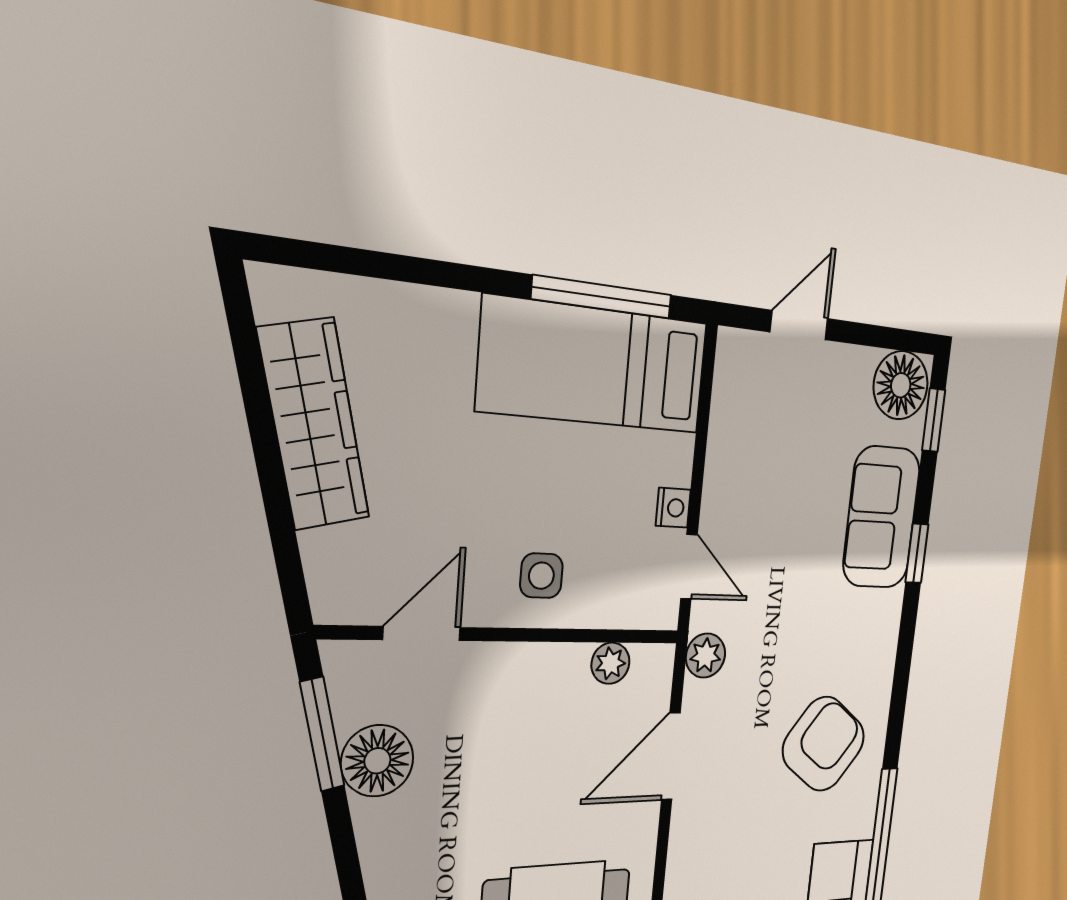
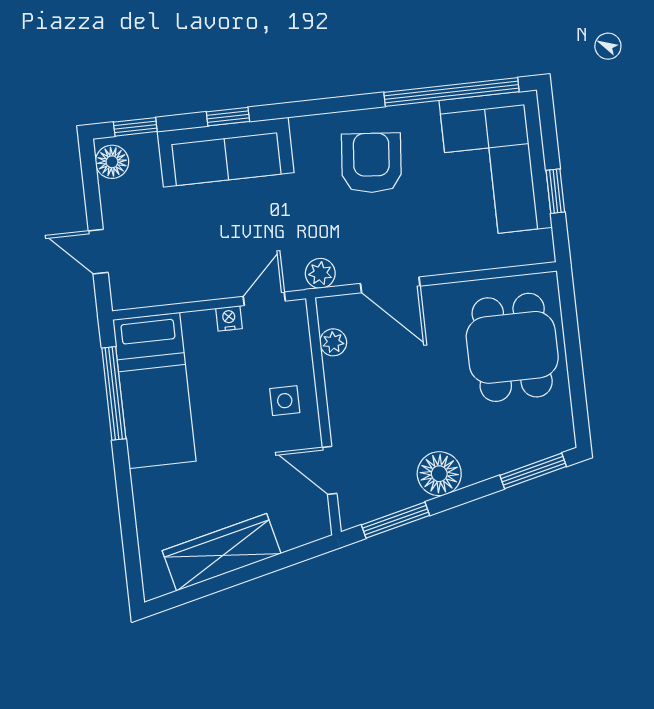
floor lamp: (901, 385) -> (112, 162), width x0.73, depth x0.73
sofa: (881, 517) -> (226, 152), width x1.36
armchair: (824, 744) -> (371, 163), turned 58
floor lamp: (377, 761) -> (439, 474), moved

